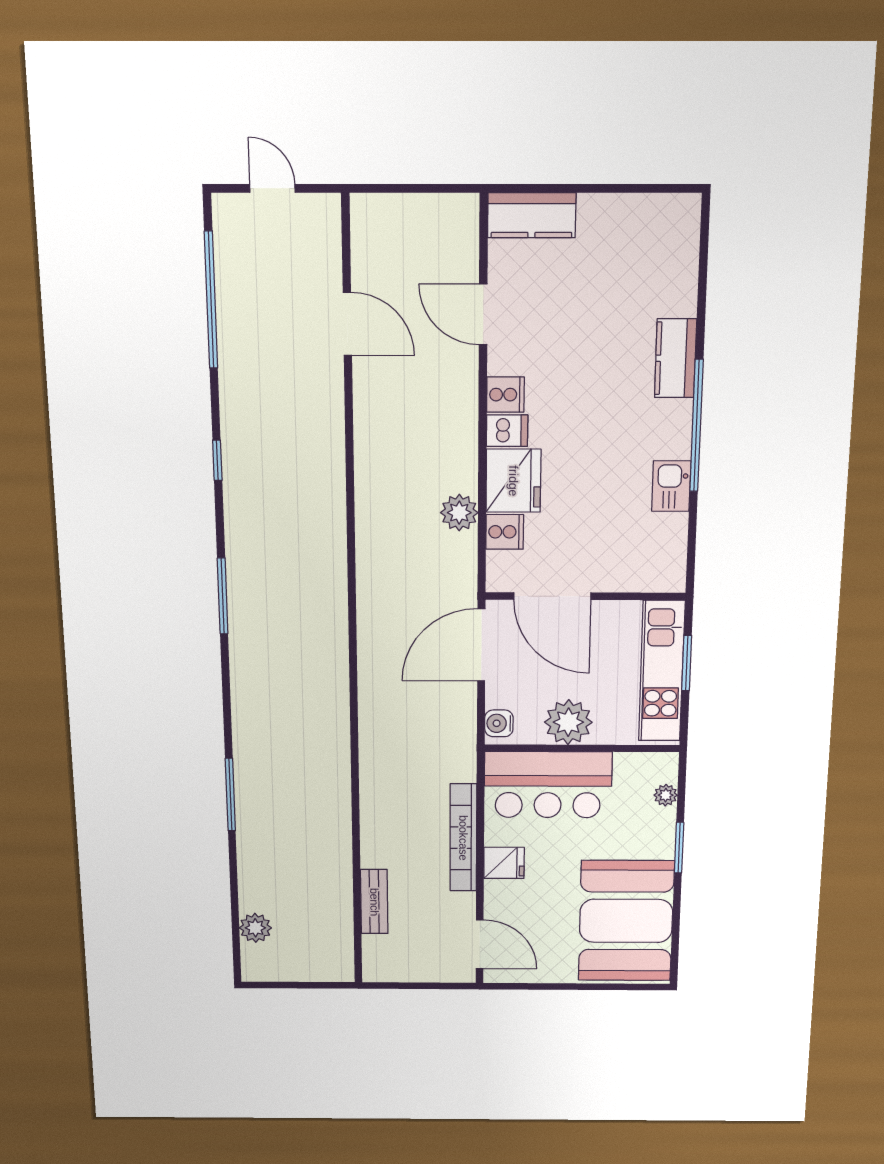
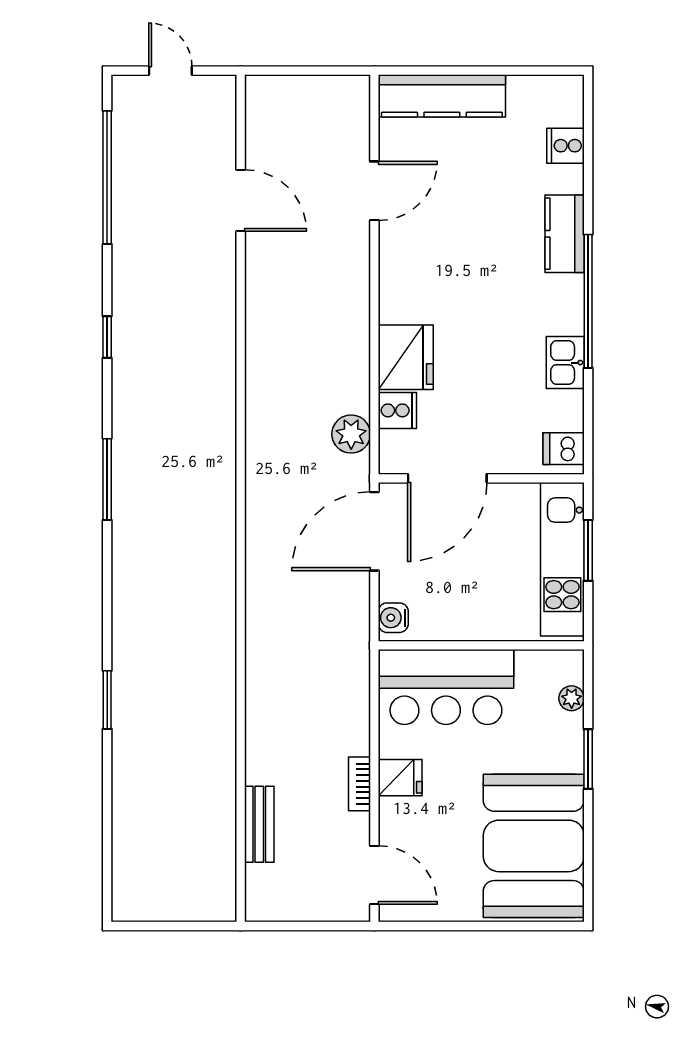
kitchen counter: (532, 215) -> (442, 96), width x1.50
door: (483, 314) -> (374, 191), swing flipped
cooker: (505, 395) -> (566, 146), moved, turned 180
dishwasher: (507, 431) -> (564, 449), moved, turned 180
plant: (459, 513) -> (351, 434), moved
door: (552, 596) -> (447, 478), hinge flipped
plant: (568, 722) -> (466, 616), removed
window: (230, 795) -> (107, 700), width x0.69
bookcase: (463, 838) -> (359, 784), width x0.43, depth x0.76
plant: (255, 928) -> (129, 856), removed

